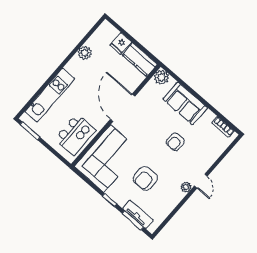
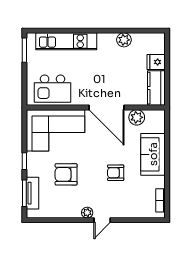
plant: (161, 77) -> (137, 117), moved
door: (123, 108) -> (106, 108), swing flipped

